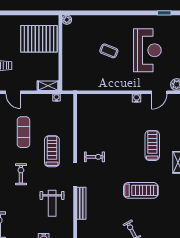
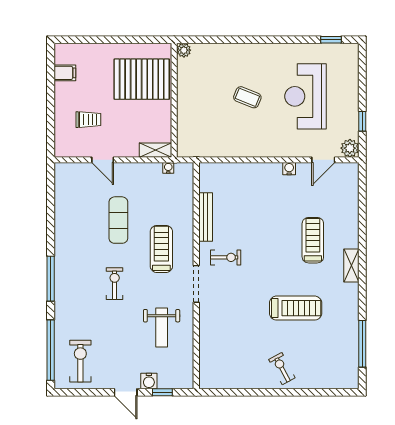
reception desk: (147, 50) -> (306, 96), turned 180
bench: (81, 203) -> (206, 217), moved

